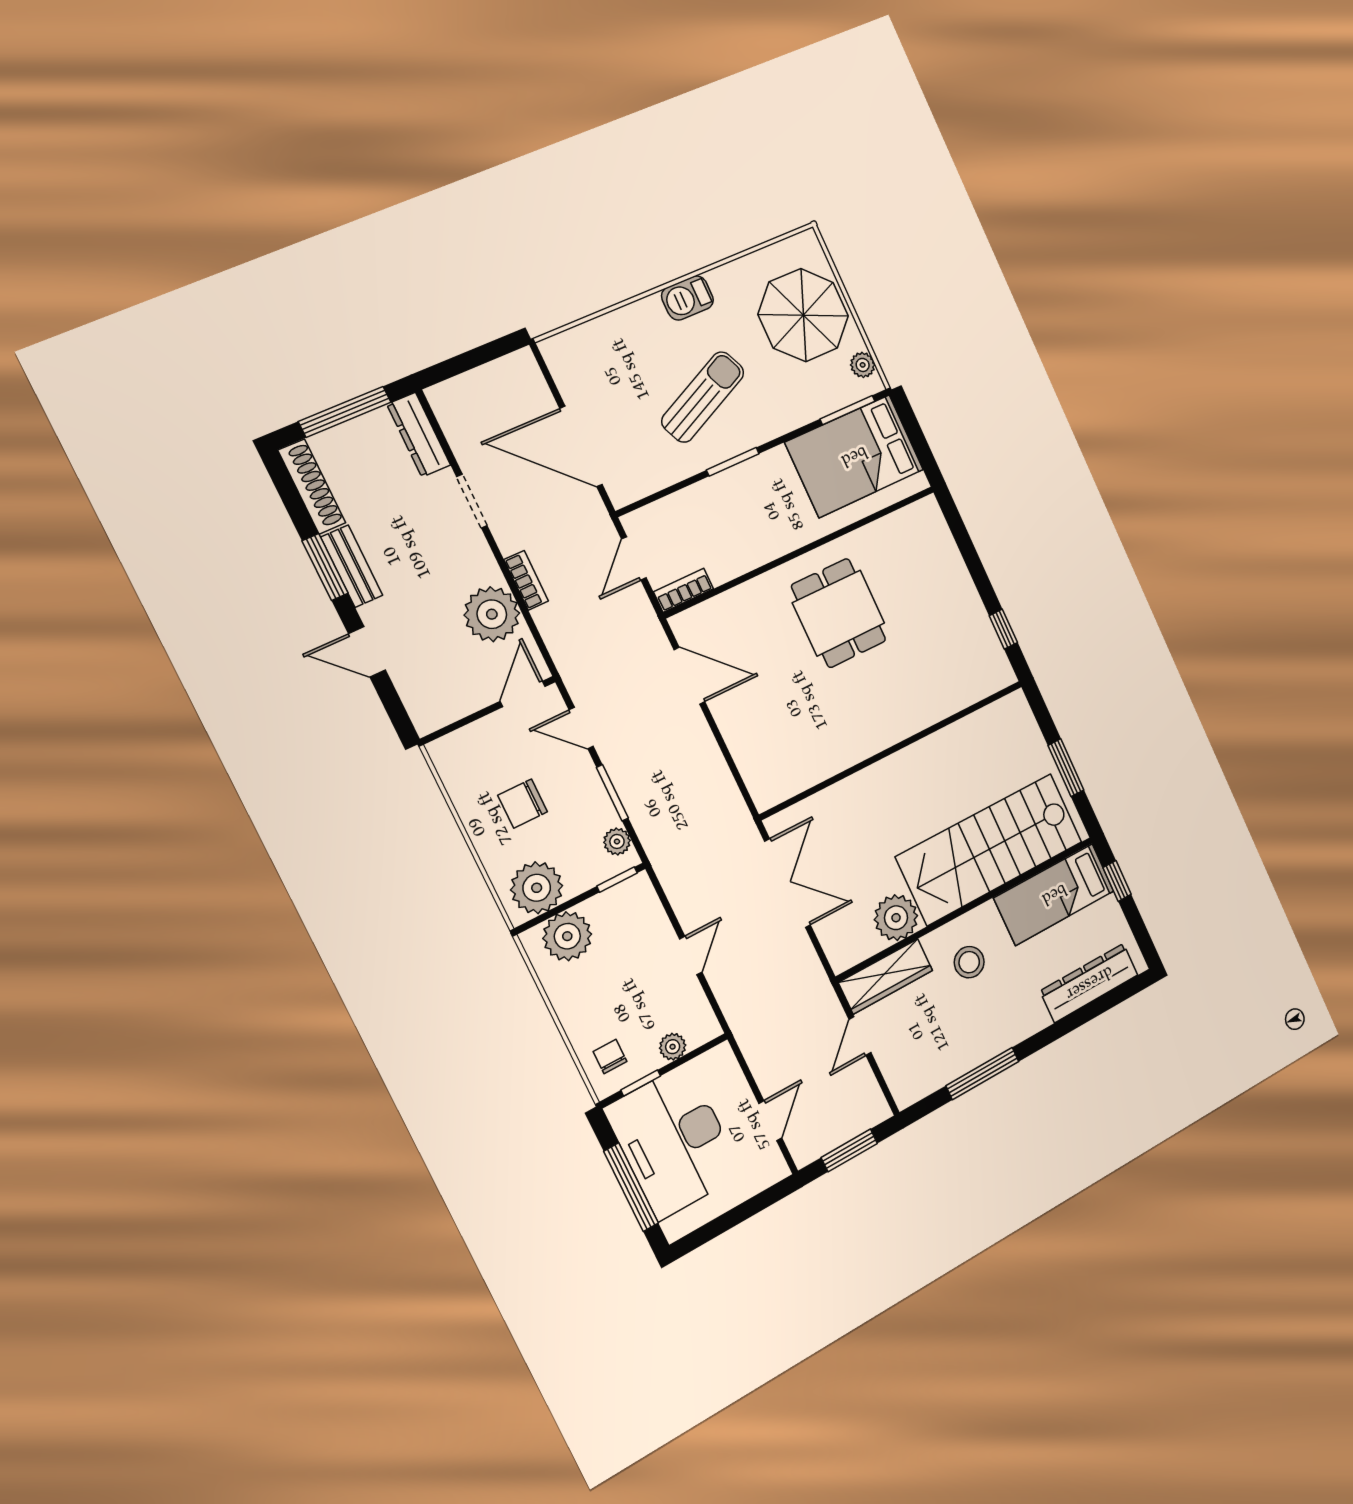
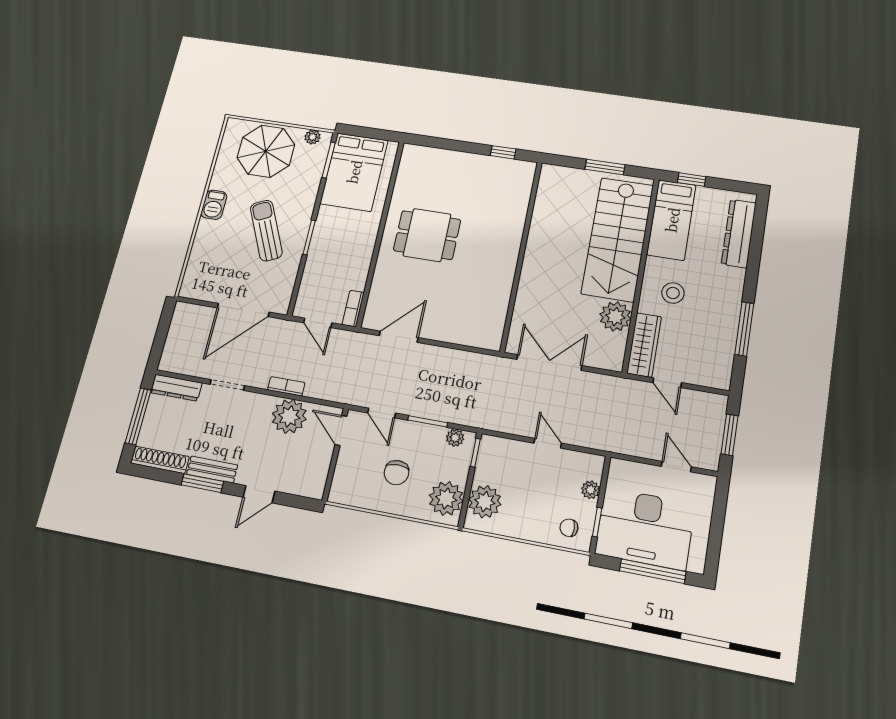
door: (581, 728) -> (382, 413), hinge flipped

